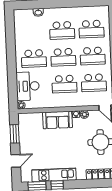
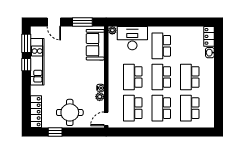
locker: (23, 14) -> (209, 36), added
sofa: (58, 120) -> (95, 45), moved

